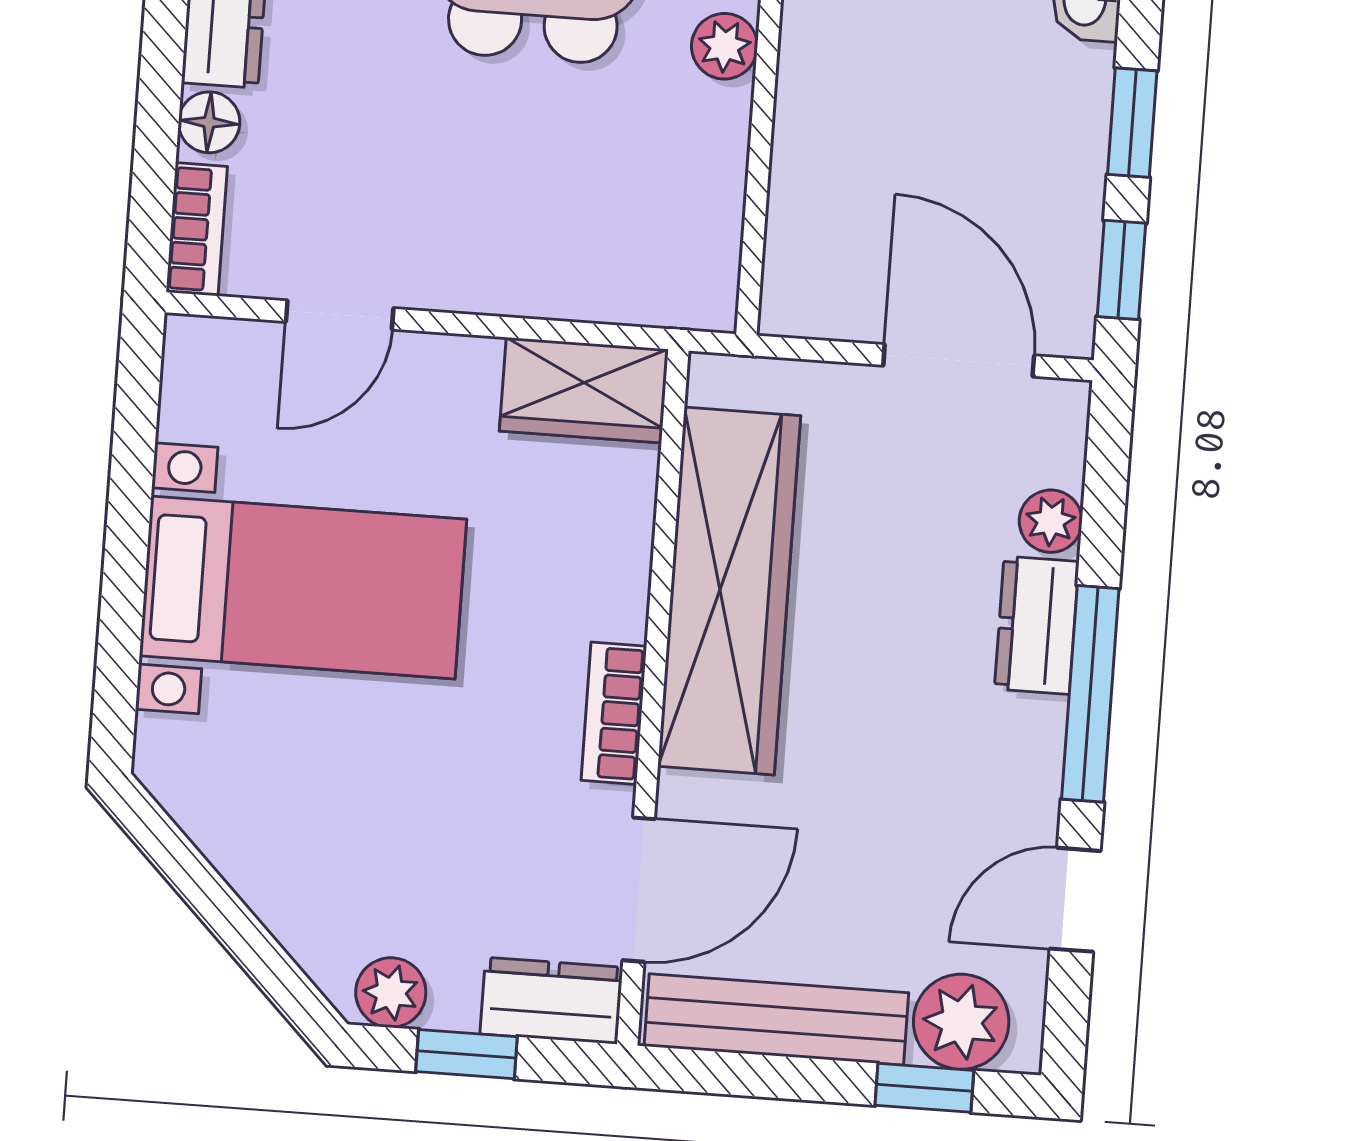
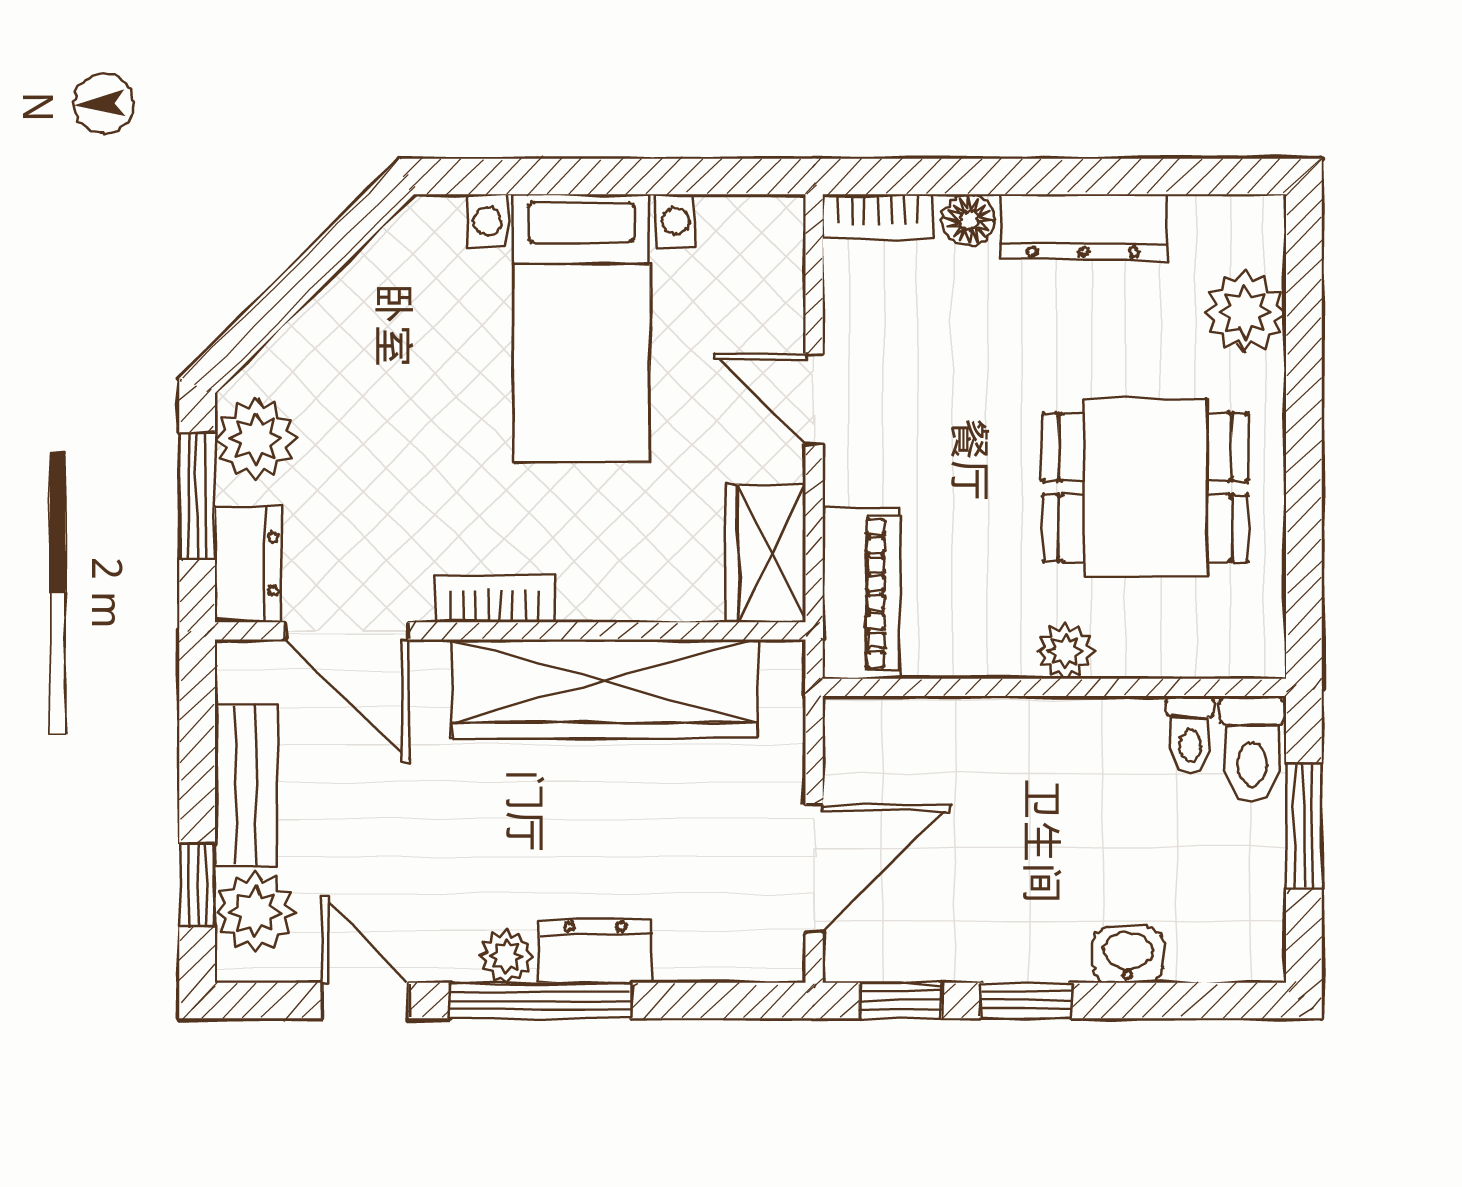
piano: (638, 281) -> (861, 593), added
door: (340, 315) -> (814, 399), moved
plant: (1051, 521) -> (506, 956), moved
plant: (391, 993) -> (256, 439), width x1.38, depth x1.38
bench: (776, 1020) -> (246, 785), width x0.73
window: (467, 1054) -> (197, 496), width x1.50

